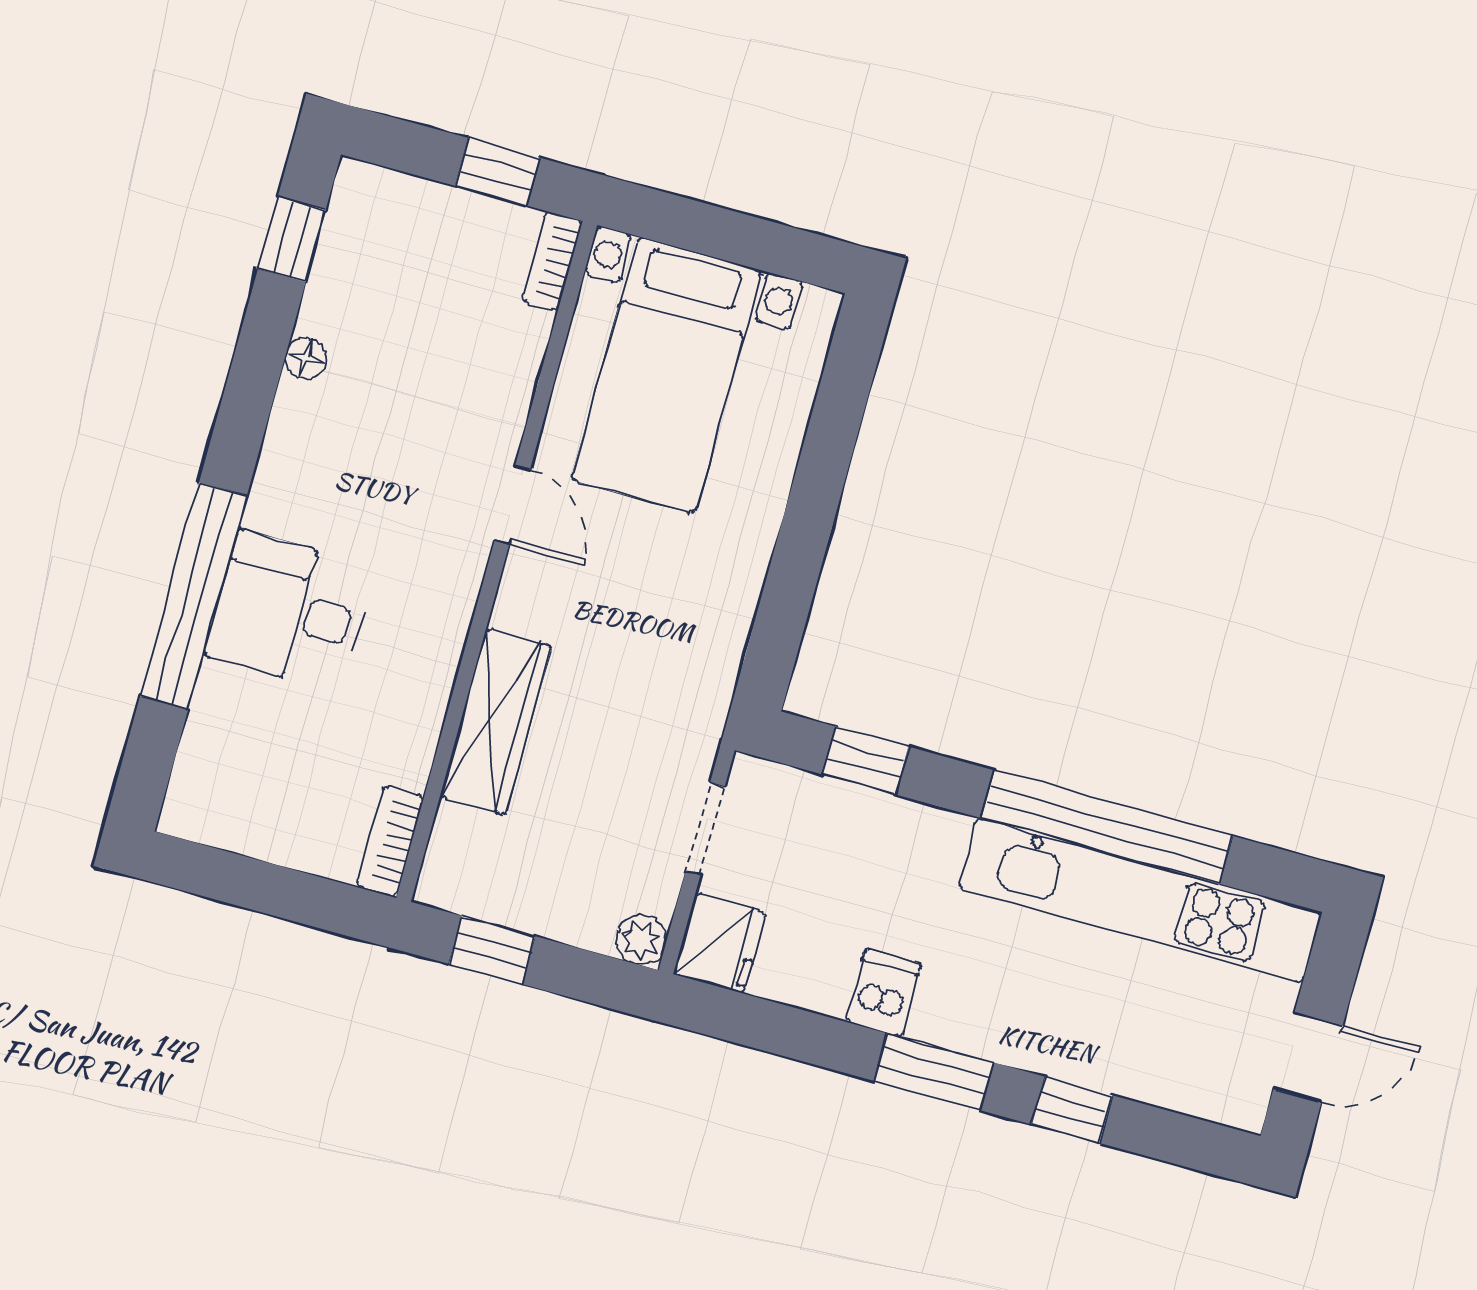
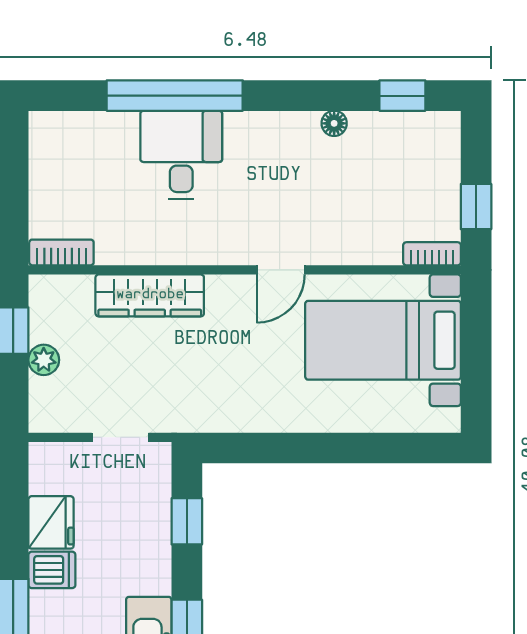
plant: (641, 940) -> (44, 360), moved
fridge: (720, 943) -> (51, 522), moved, turned -90

